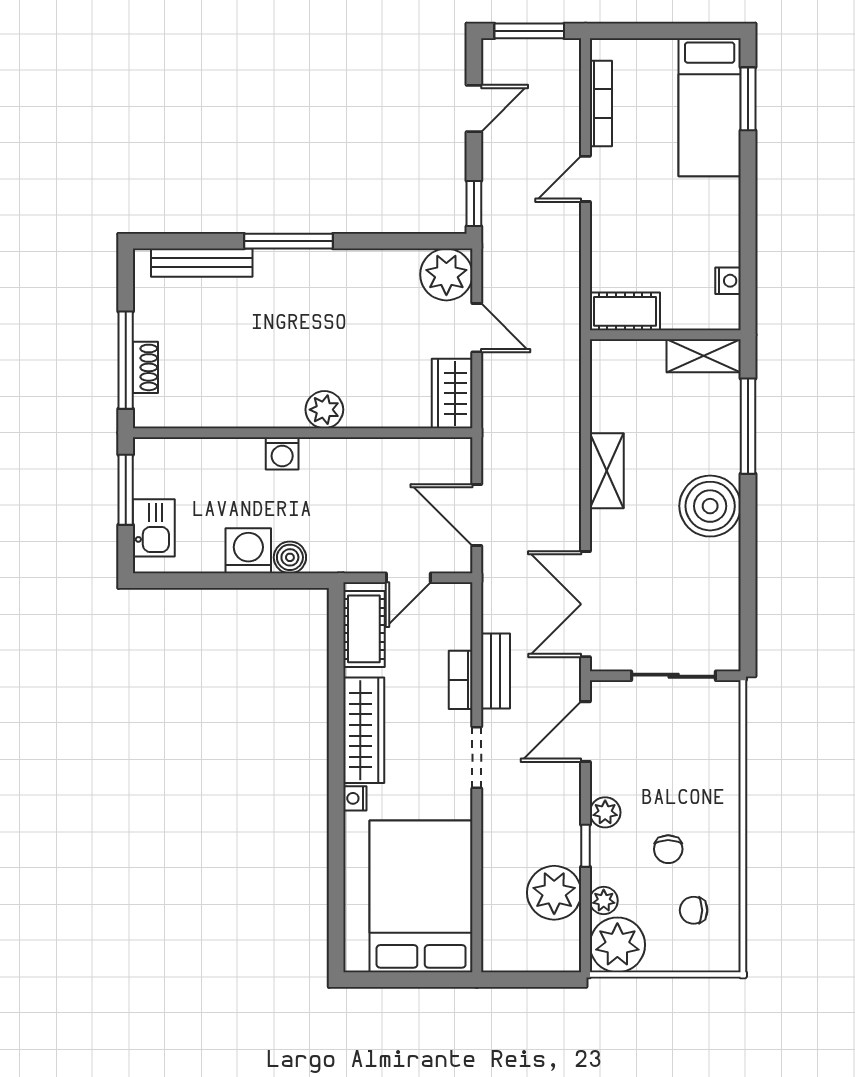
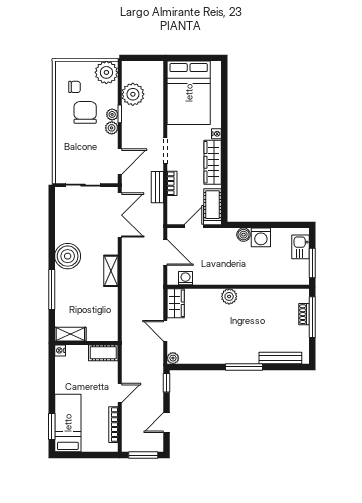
plant: (446, 274) -> (173, 358), width x0.53, depth x0.53
cot: (625, 311) -> (103, 353), moved
wall: (665, 335) -> (86, 343), moved
shelving: (704, 356) -> (70, 334), moved
washing machine: (282, 453) -> (185, 278), moved
chair: (668, 849) -> (85, 112), width x1.87, depth x1.87
plant: (604, 901) -> (112, 114), moved

